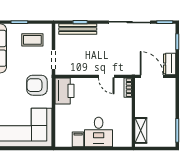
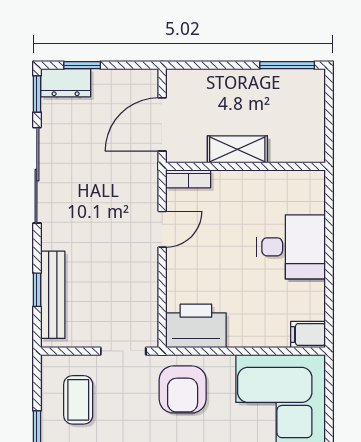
dresser: (170, 64) -> (66, 83), moved
shelving: (141, 130) -> (237, 149), moved
filing cabinet: (78, 139) -> (308, 334), moved

